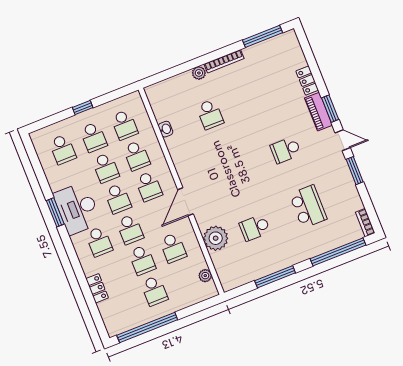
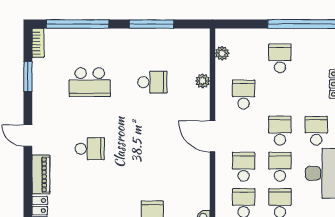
window: (330, 109) -> (28, 173), removed
window: (355, 171) -> (28, 77), moved
door: (185, 202) -> (212, 136), swing flipped
school desk: (308, 207) -> (90, 82), turned -90
plant: (216, 238) -> (203, 81), width x0.53, depth x0.53
school desk: (142, 260) -> (280, 95), removed

